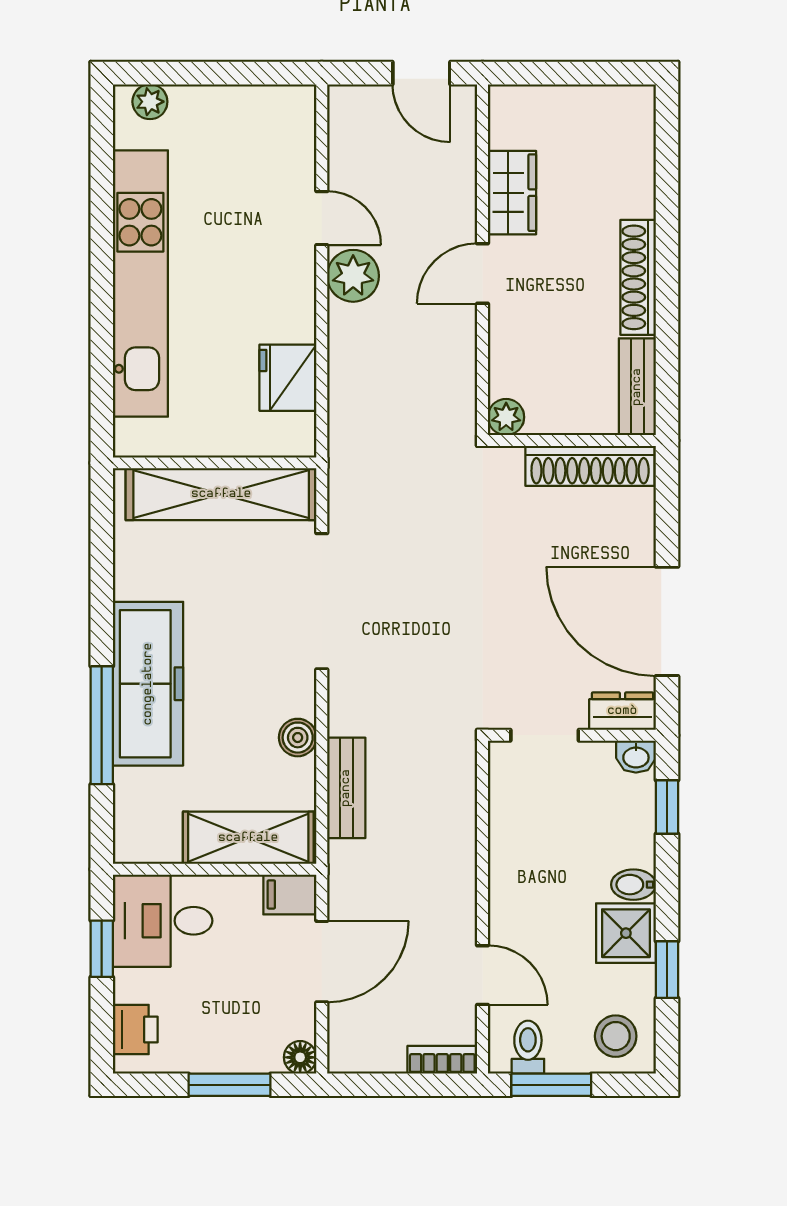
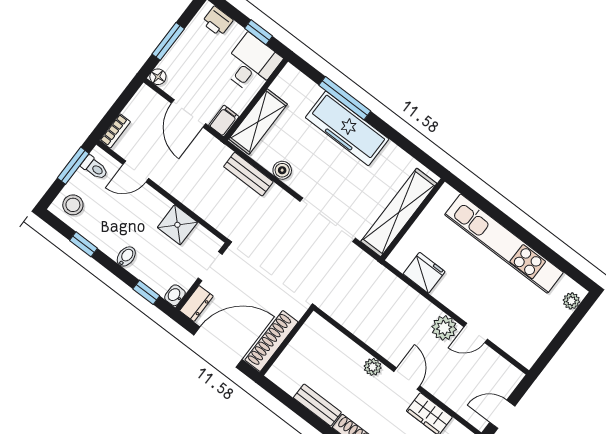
plant: (506, 417) -> (373, 367), moved
wall: (572, 441) -> (287, 341), moved
shoe rack: (590, 466) -> (271, 341), moved
shower: (626, 933) -> (177, 225), moved

